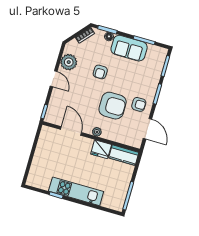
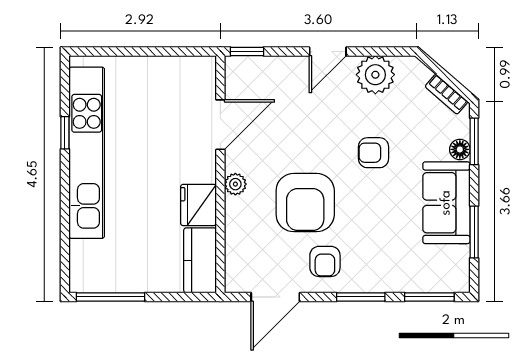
kitchen unit: (76, 191) -> (87, 153), width x1.36

